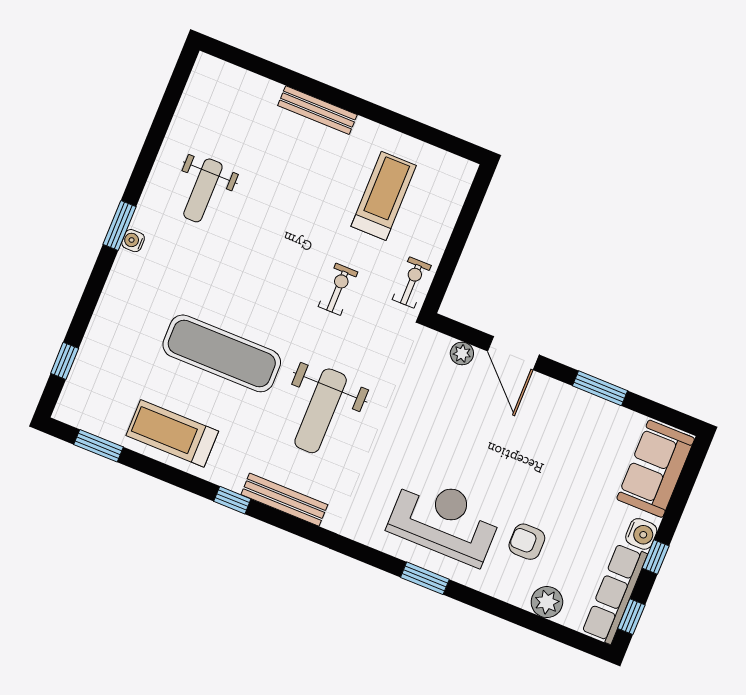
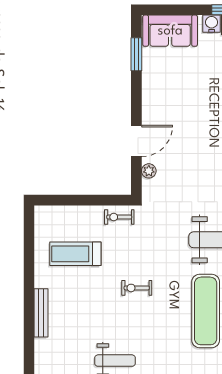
exercise bike: (338, 289) -> (137, 288), moved
window: (600, 388) -> (136, 54), moved

